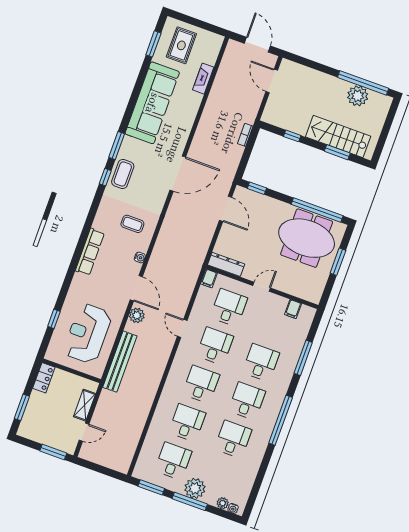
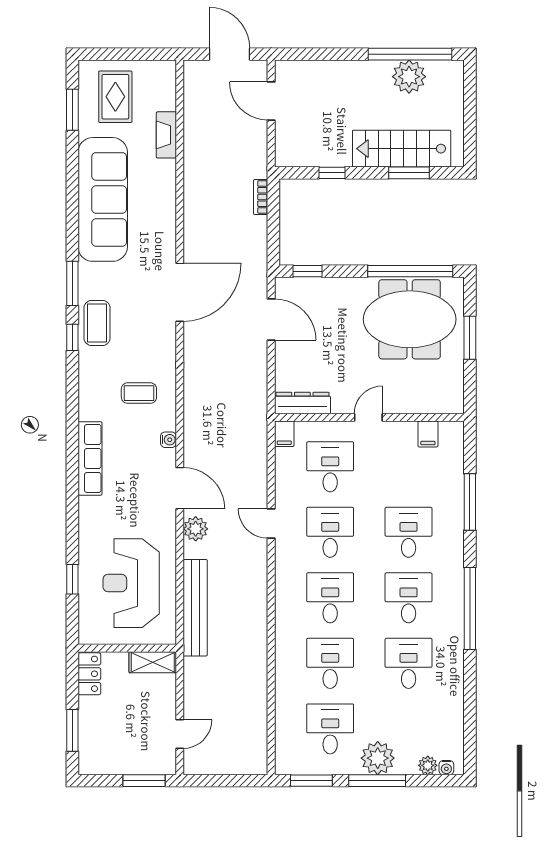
shelving: (85, 405) -> (153, 662), moved, turned 90

